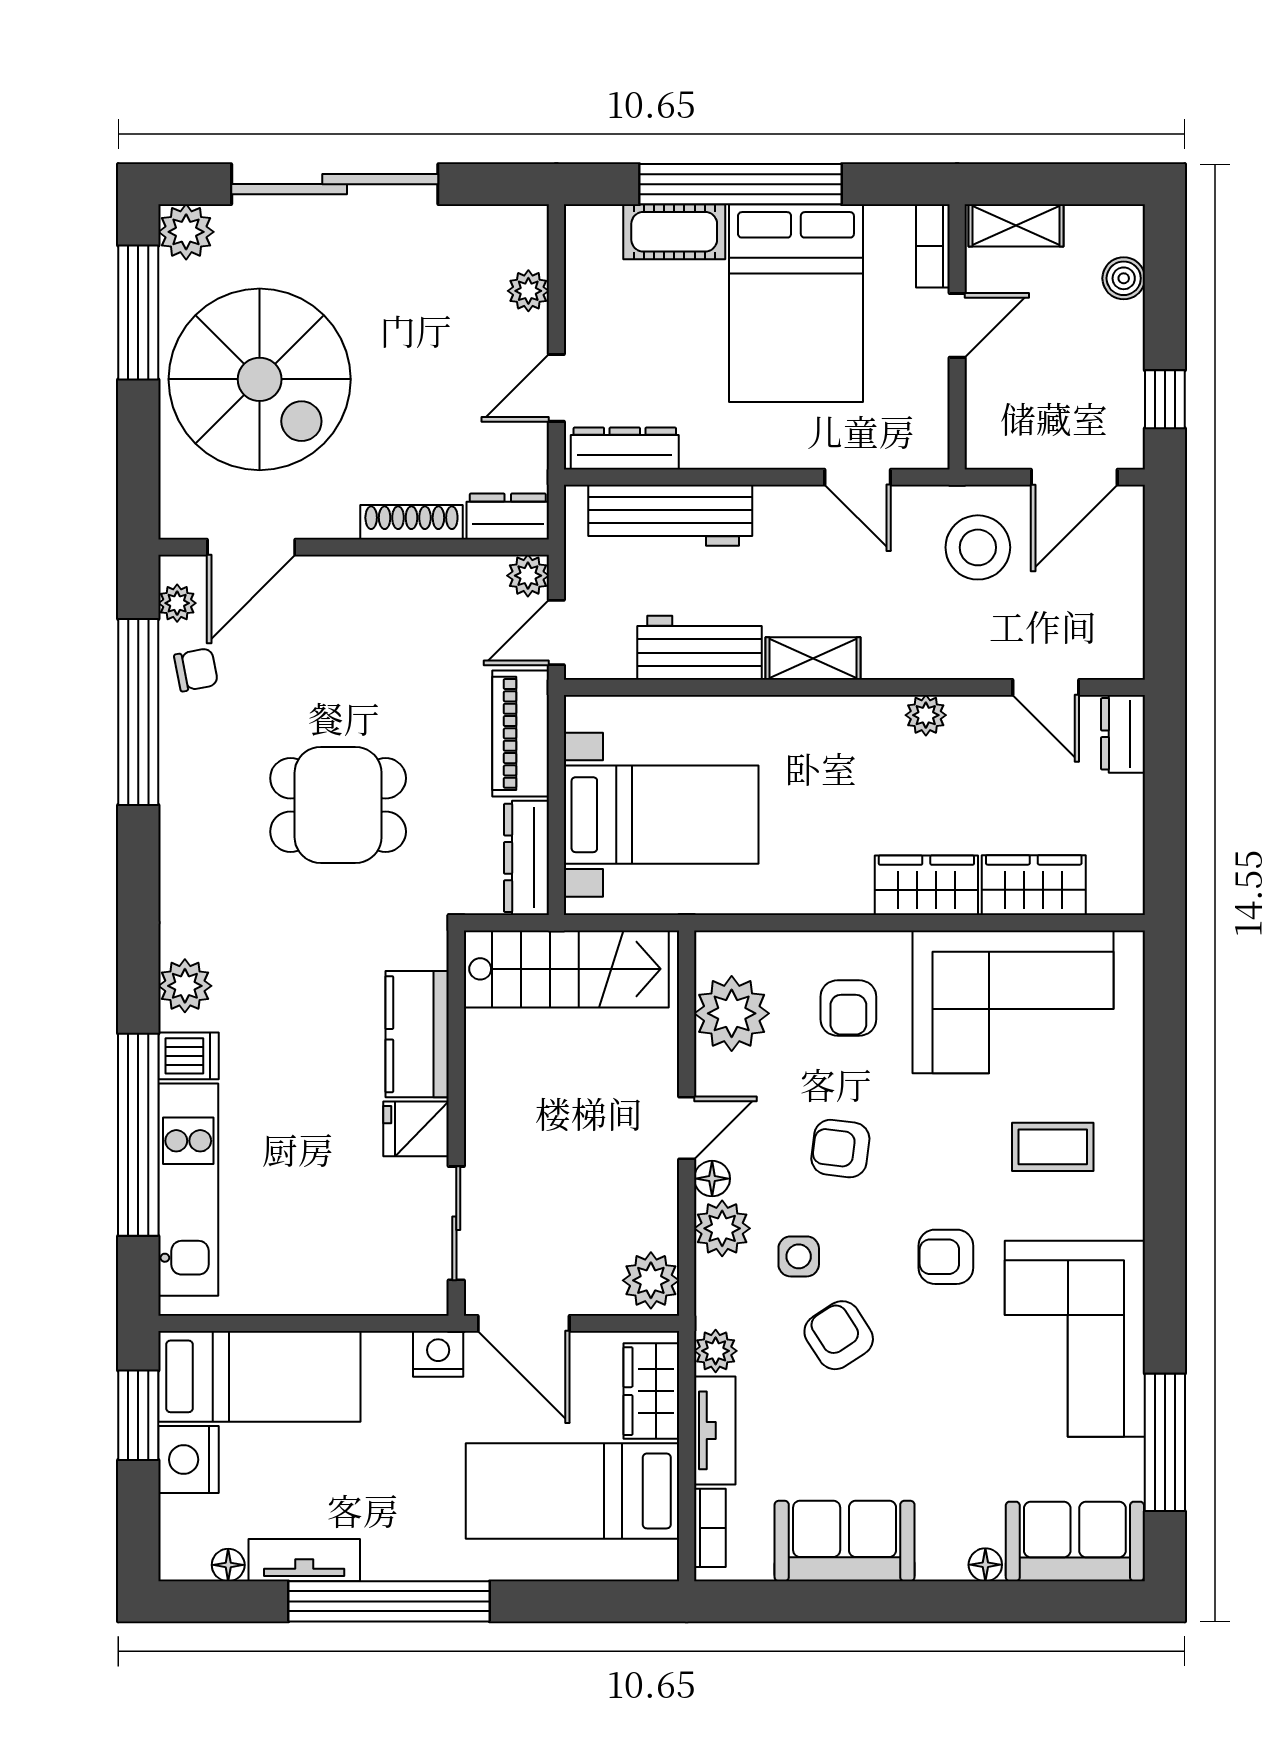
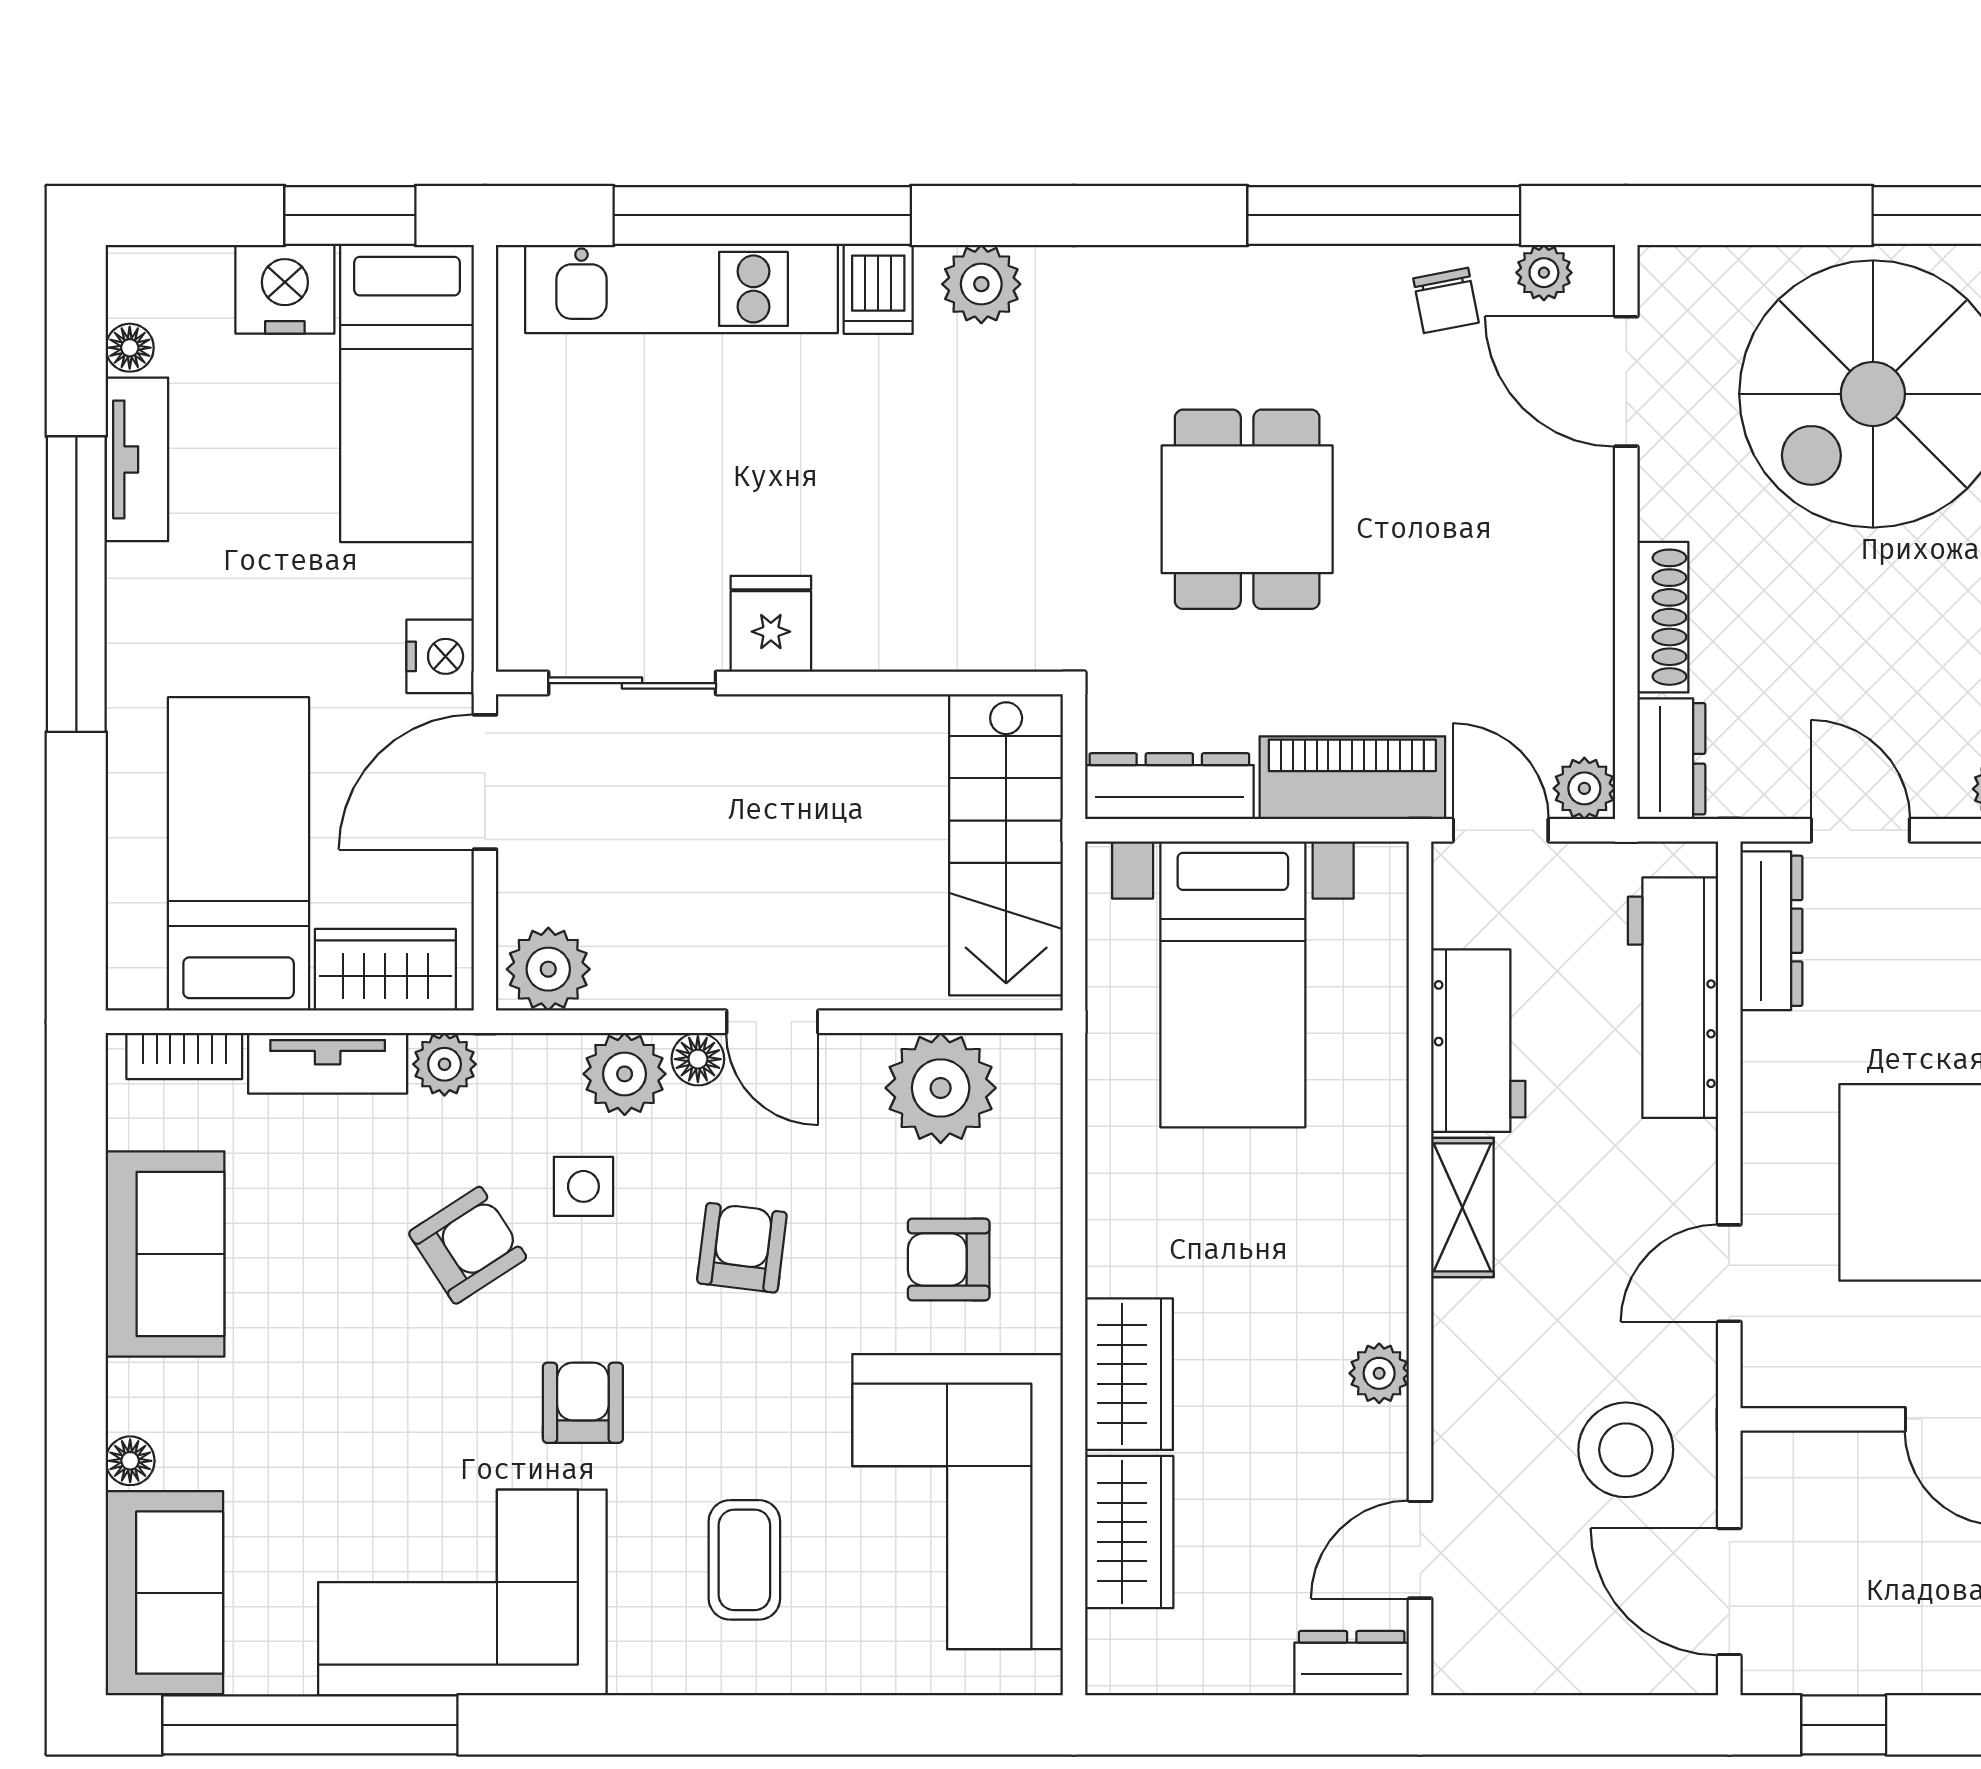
kitchen counter: (417, 1034) -> (910, 625), removed
window: (1165, 1442) -> (310, 1725), width x1.46

